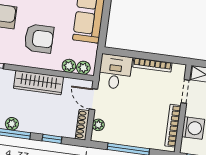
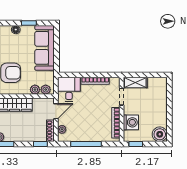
door: (93, 99) -> (56, 111), swing flipped
window: (52, 139) -> (40, 144), moved

